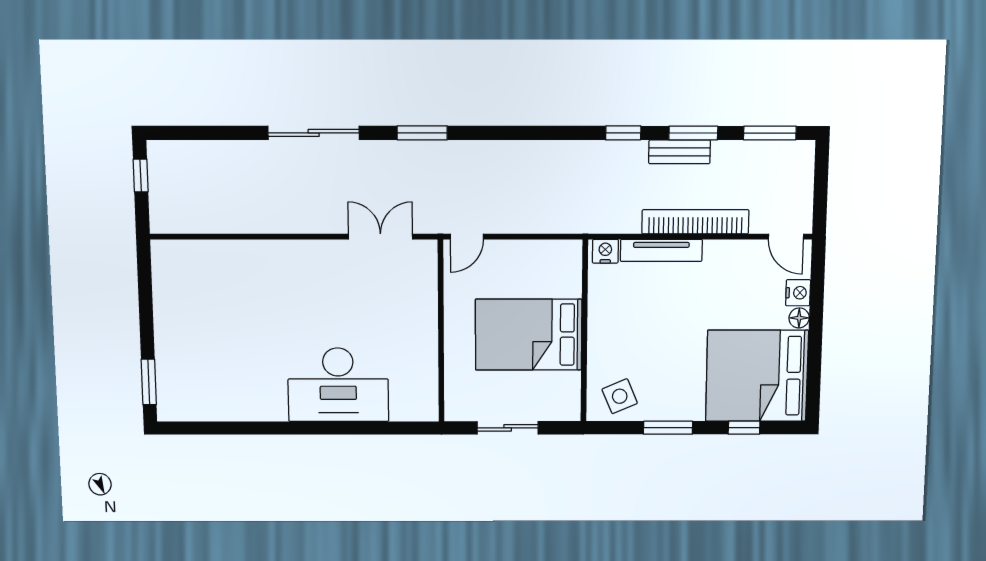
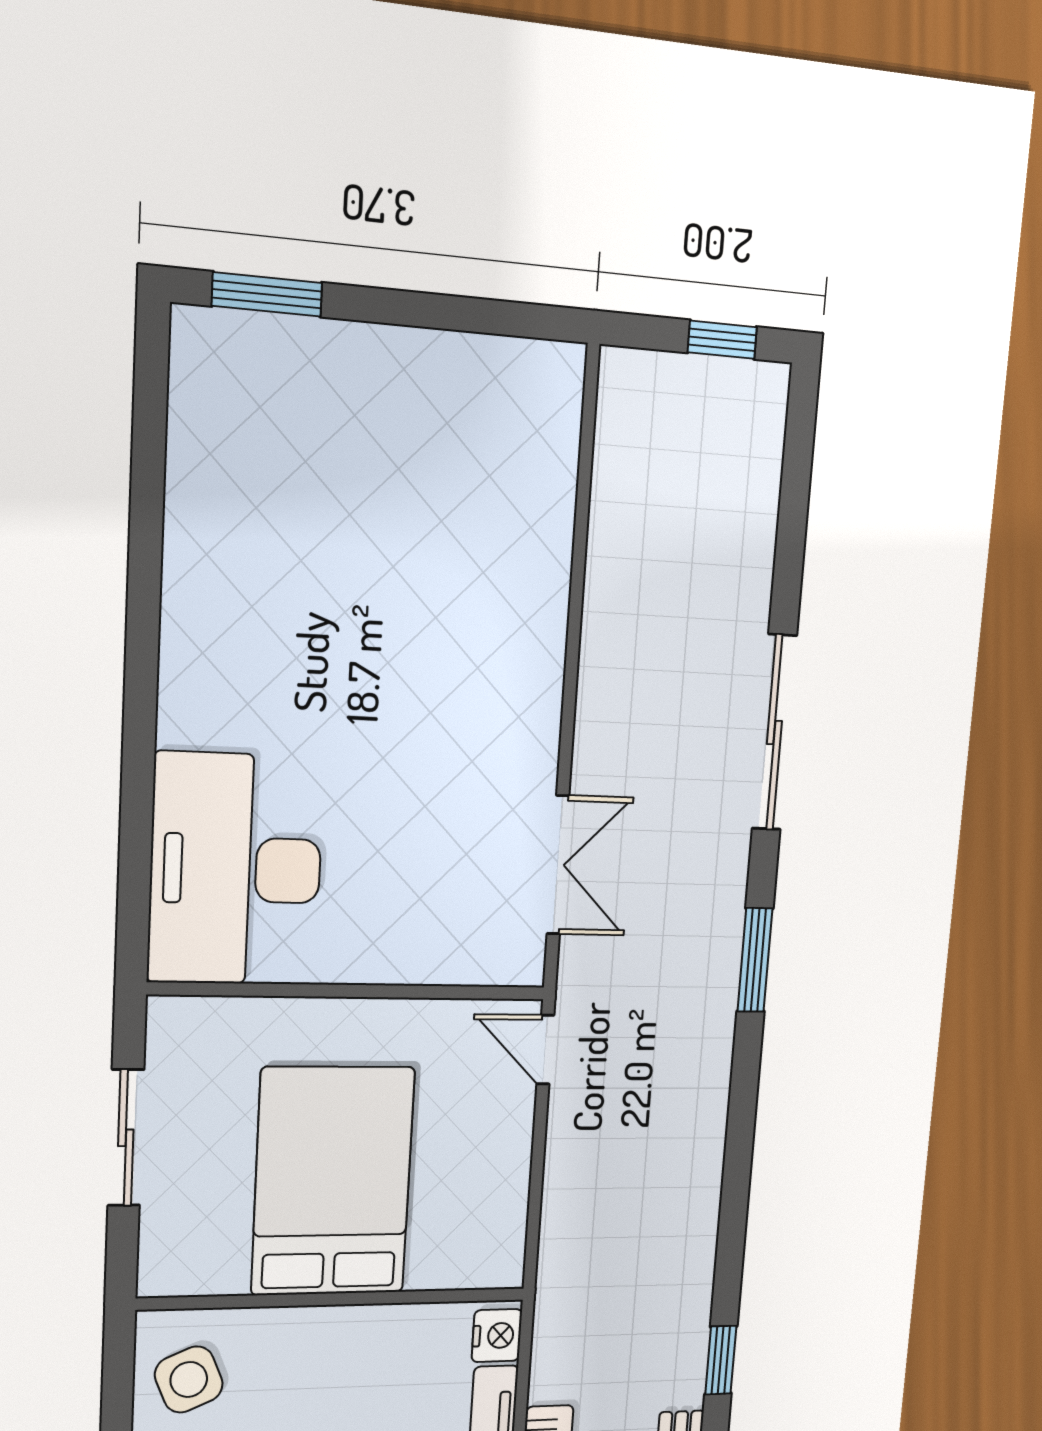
desk: (338, 385) -> (236, 869), moved

